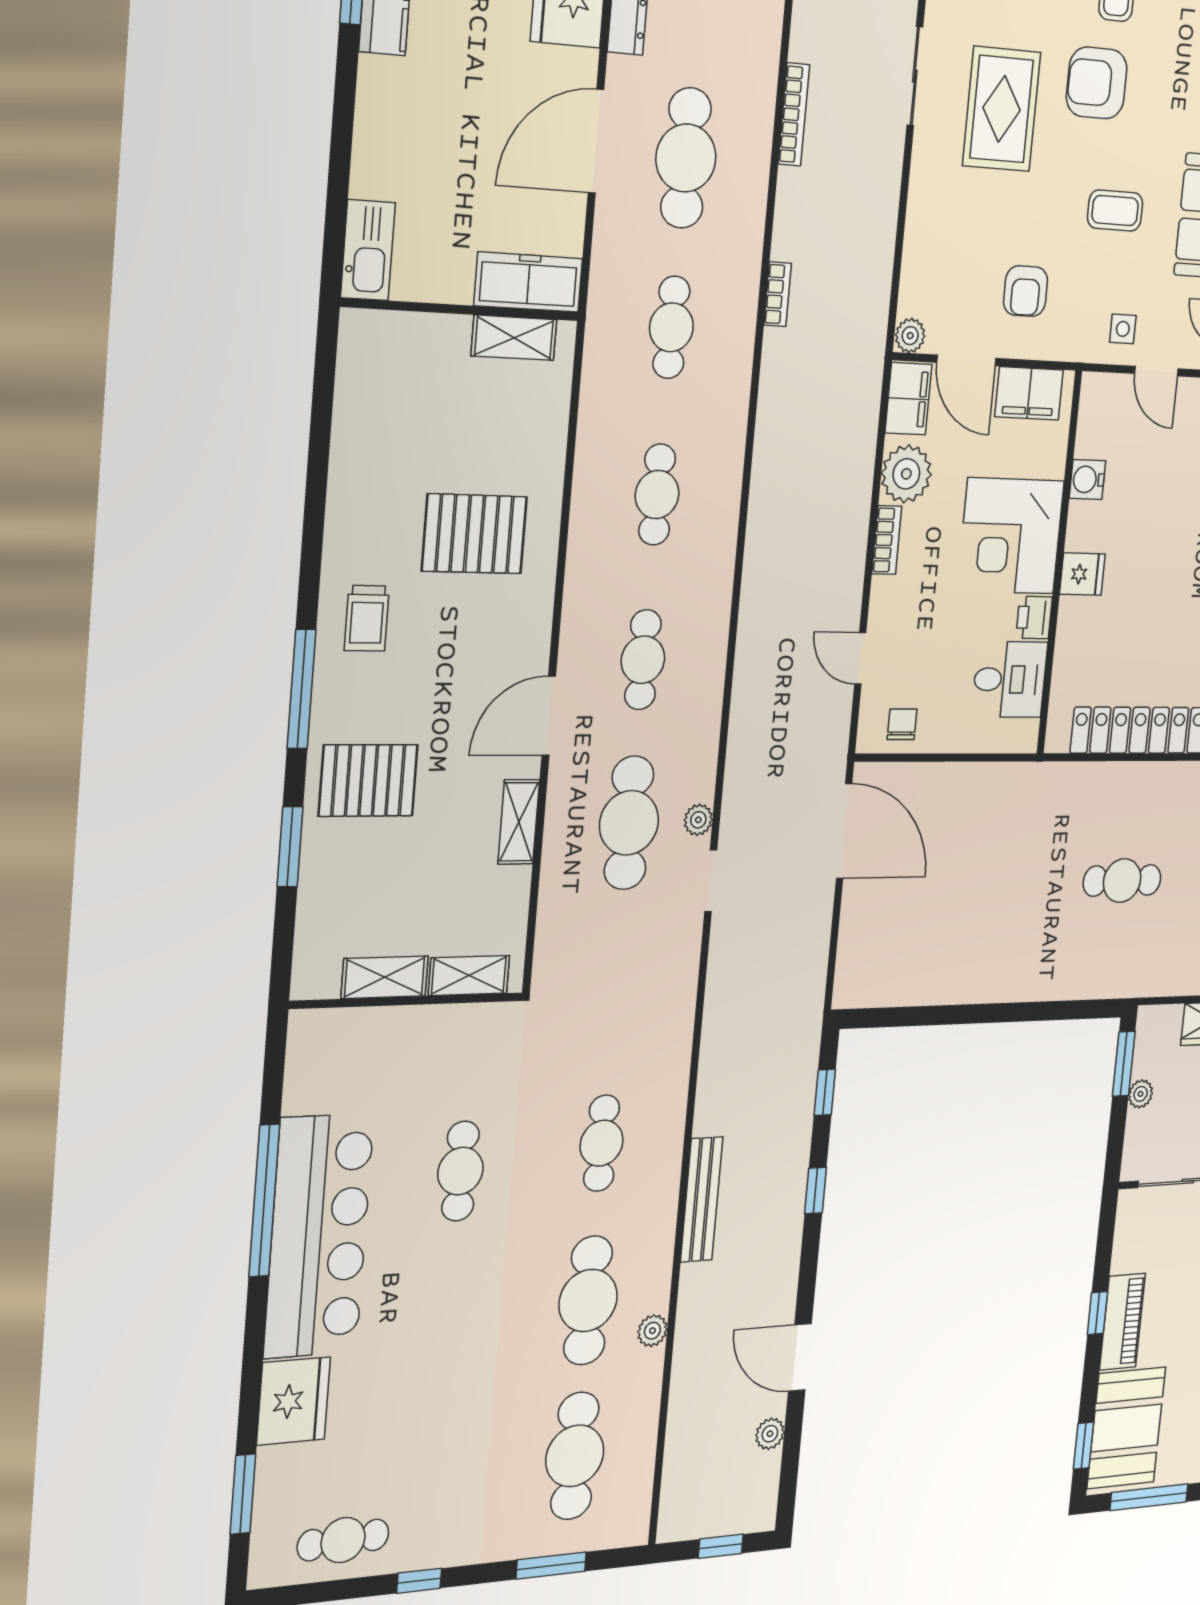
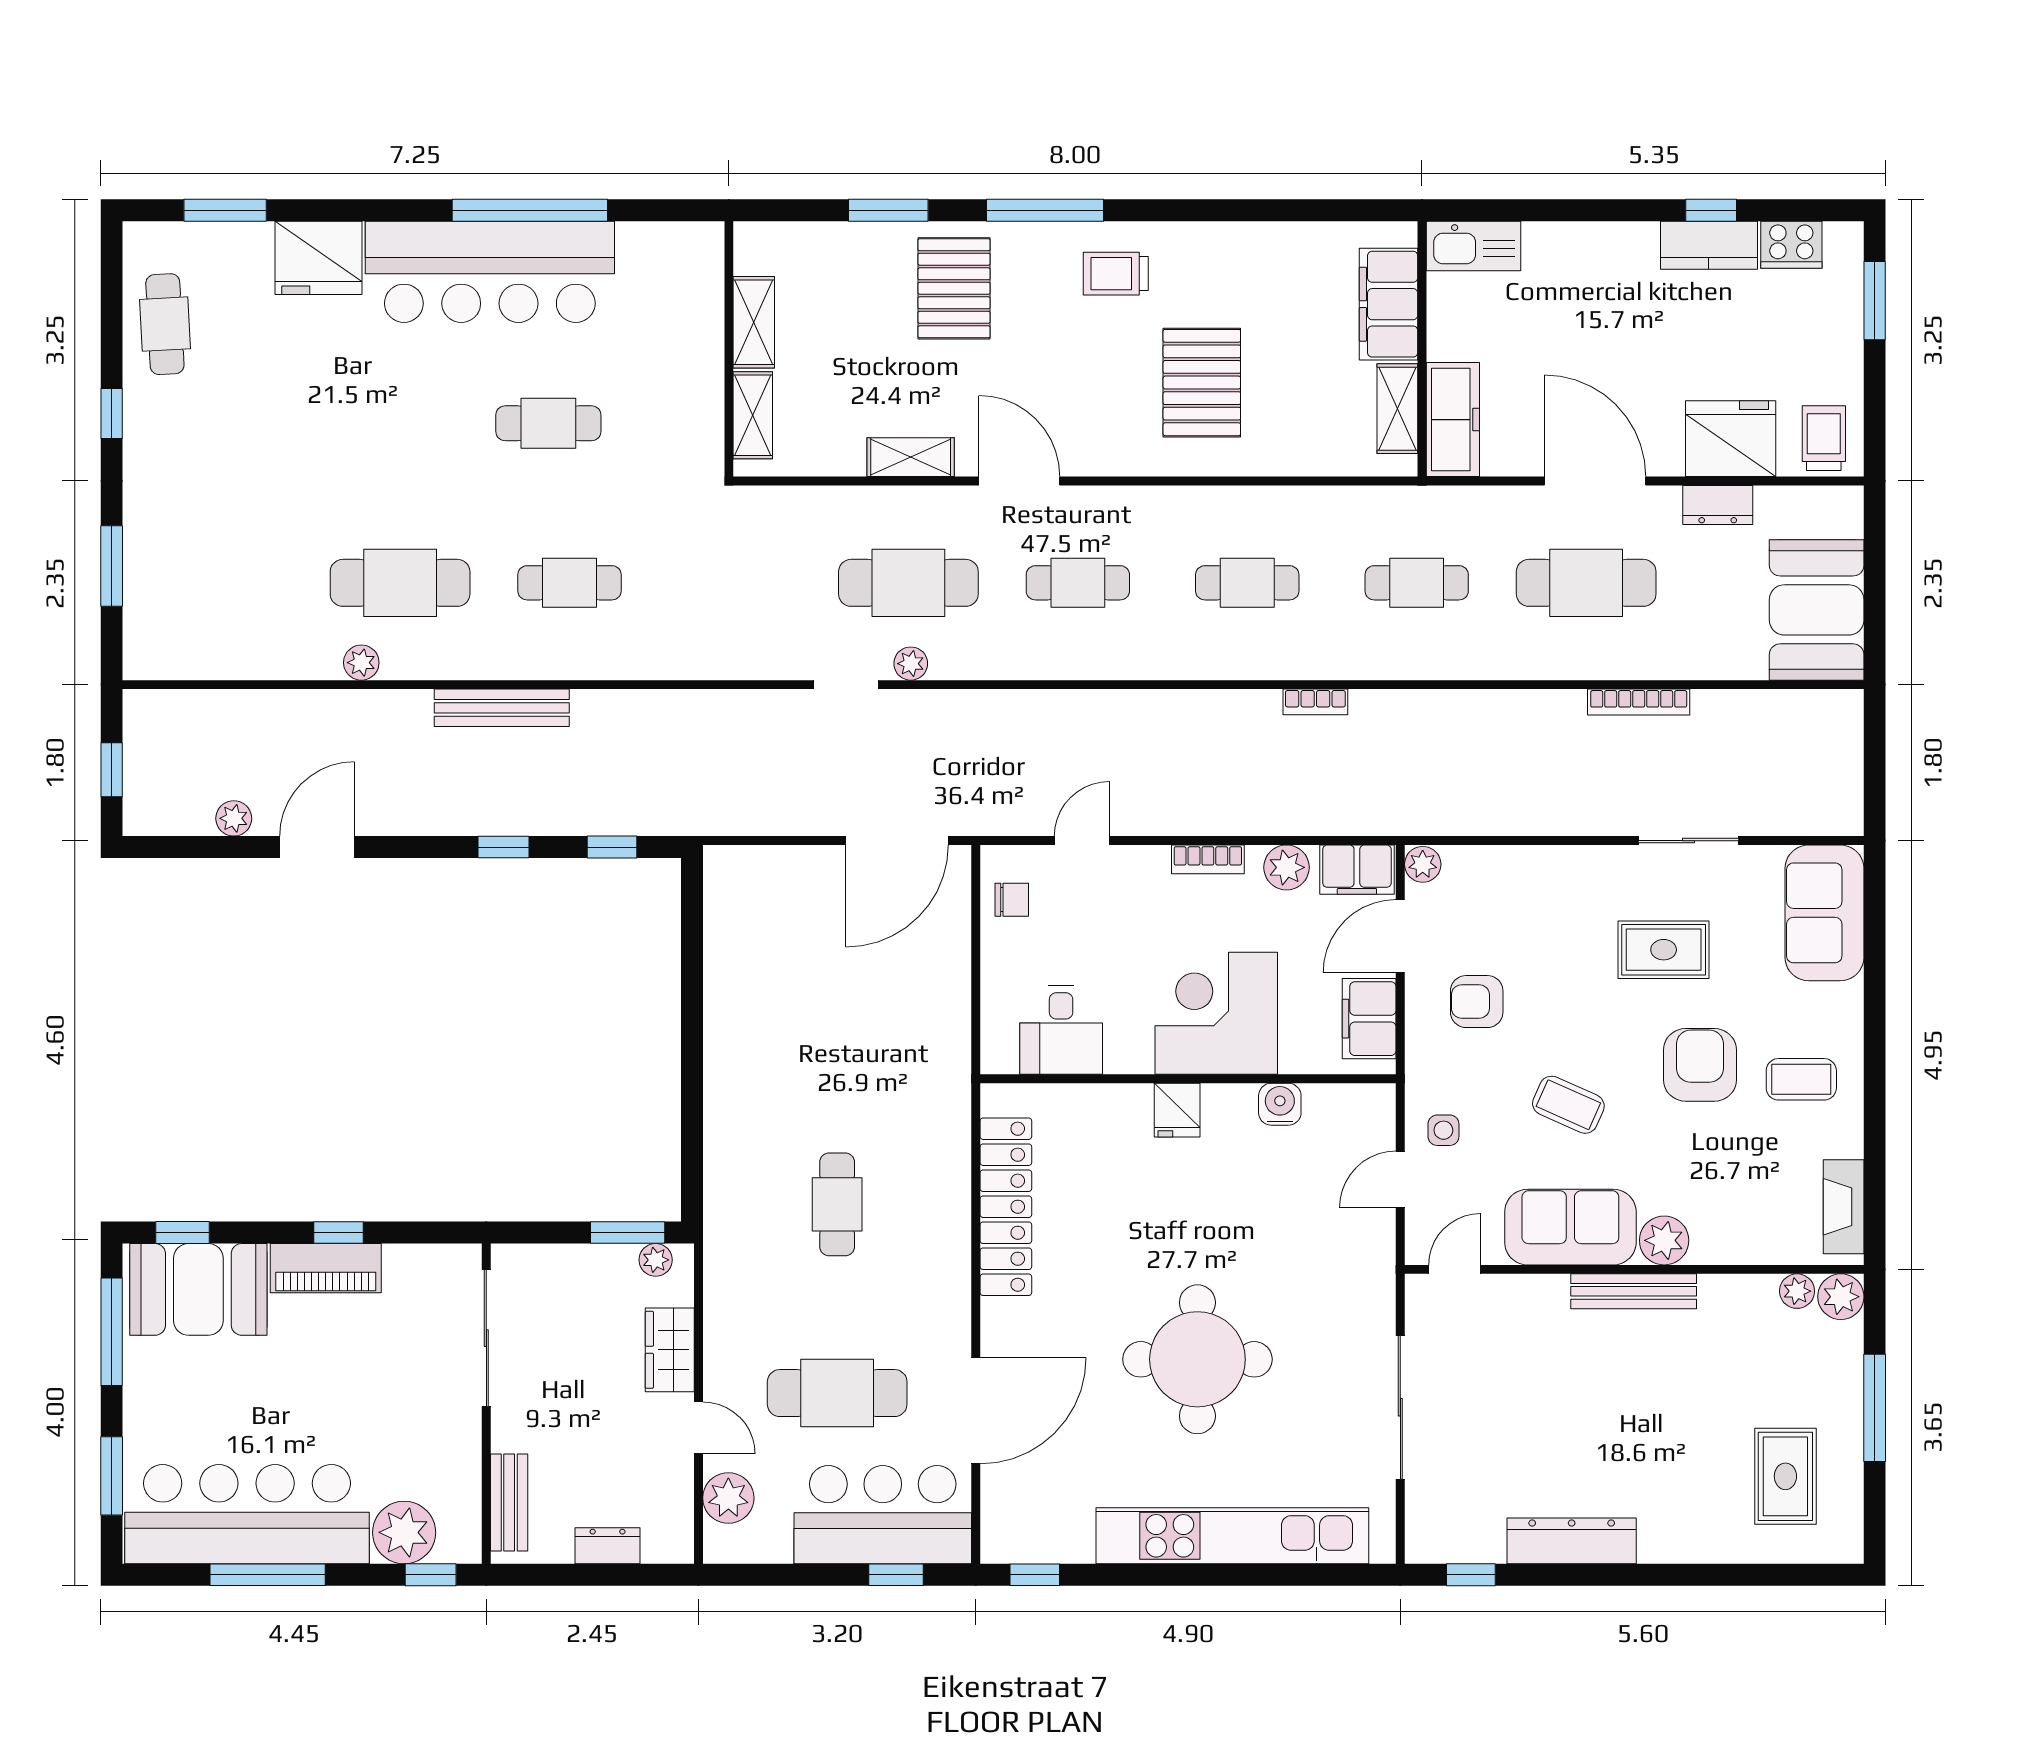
rug: (1002, 109) -> (1664, 950), width x0.73, depth x0.70
coffee table: (1115, 210) -> (1568, 1105), turned -66
bookcase: (778, 294) -> (1315, 702), moved
filing cabinet: (416, 341) -> (1389, 304), added
plant: (906, 474) -> (1286, 867), width x0.73, depth x0.73
printer: (1034, 618) -> (1129, 1054), removed
plant: (1141, 1094) -> (656, 1260), moved
cafe table: (575, 1456) -> (231, 583), removed

